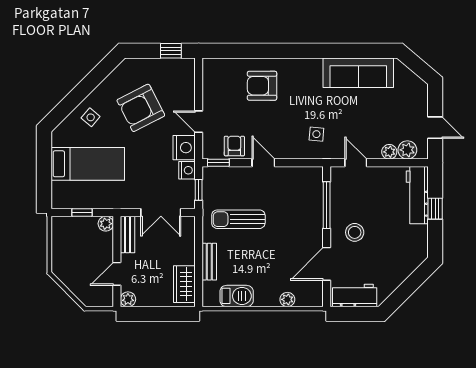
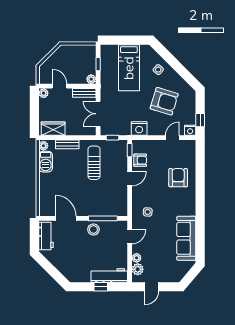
armchair: (141, 108) -> (164, 101), turned 134
door: (199, 122) -> (172, 138), moved
nightstand: (187, 170) -> (190, 130), moved
stool: (355, 232) -> (93, 229), moved
plant: (287, 299) -> (43, 146), moved

